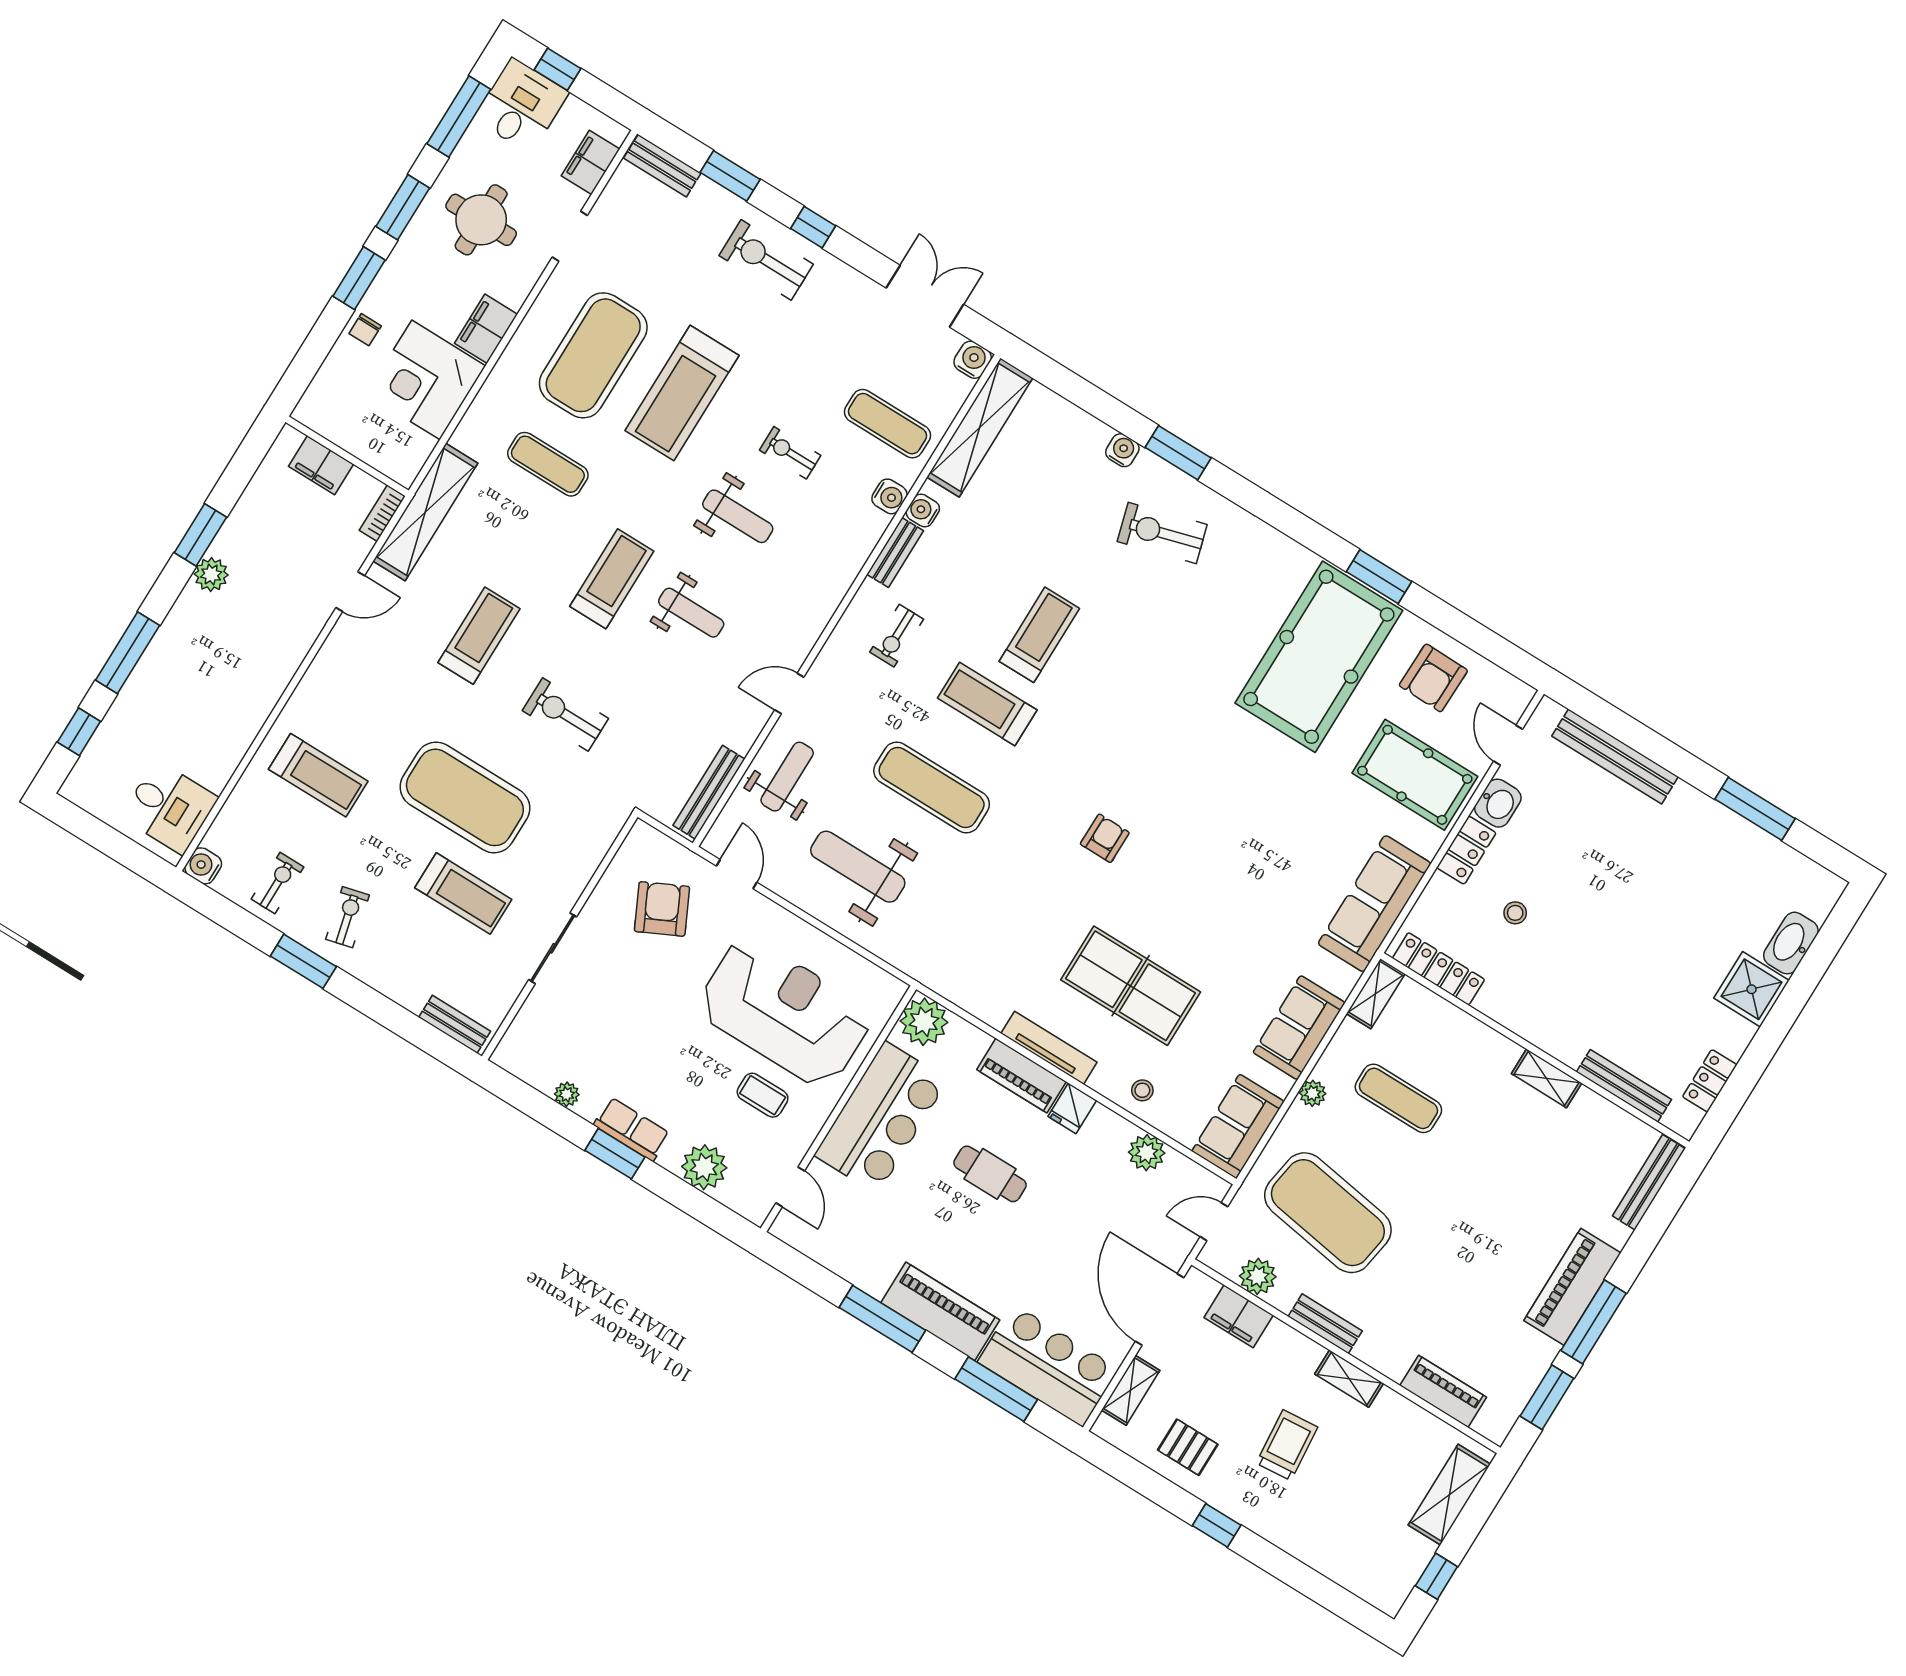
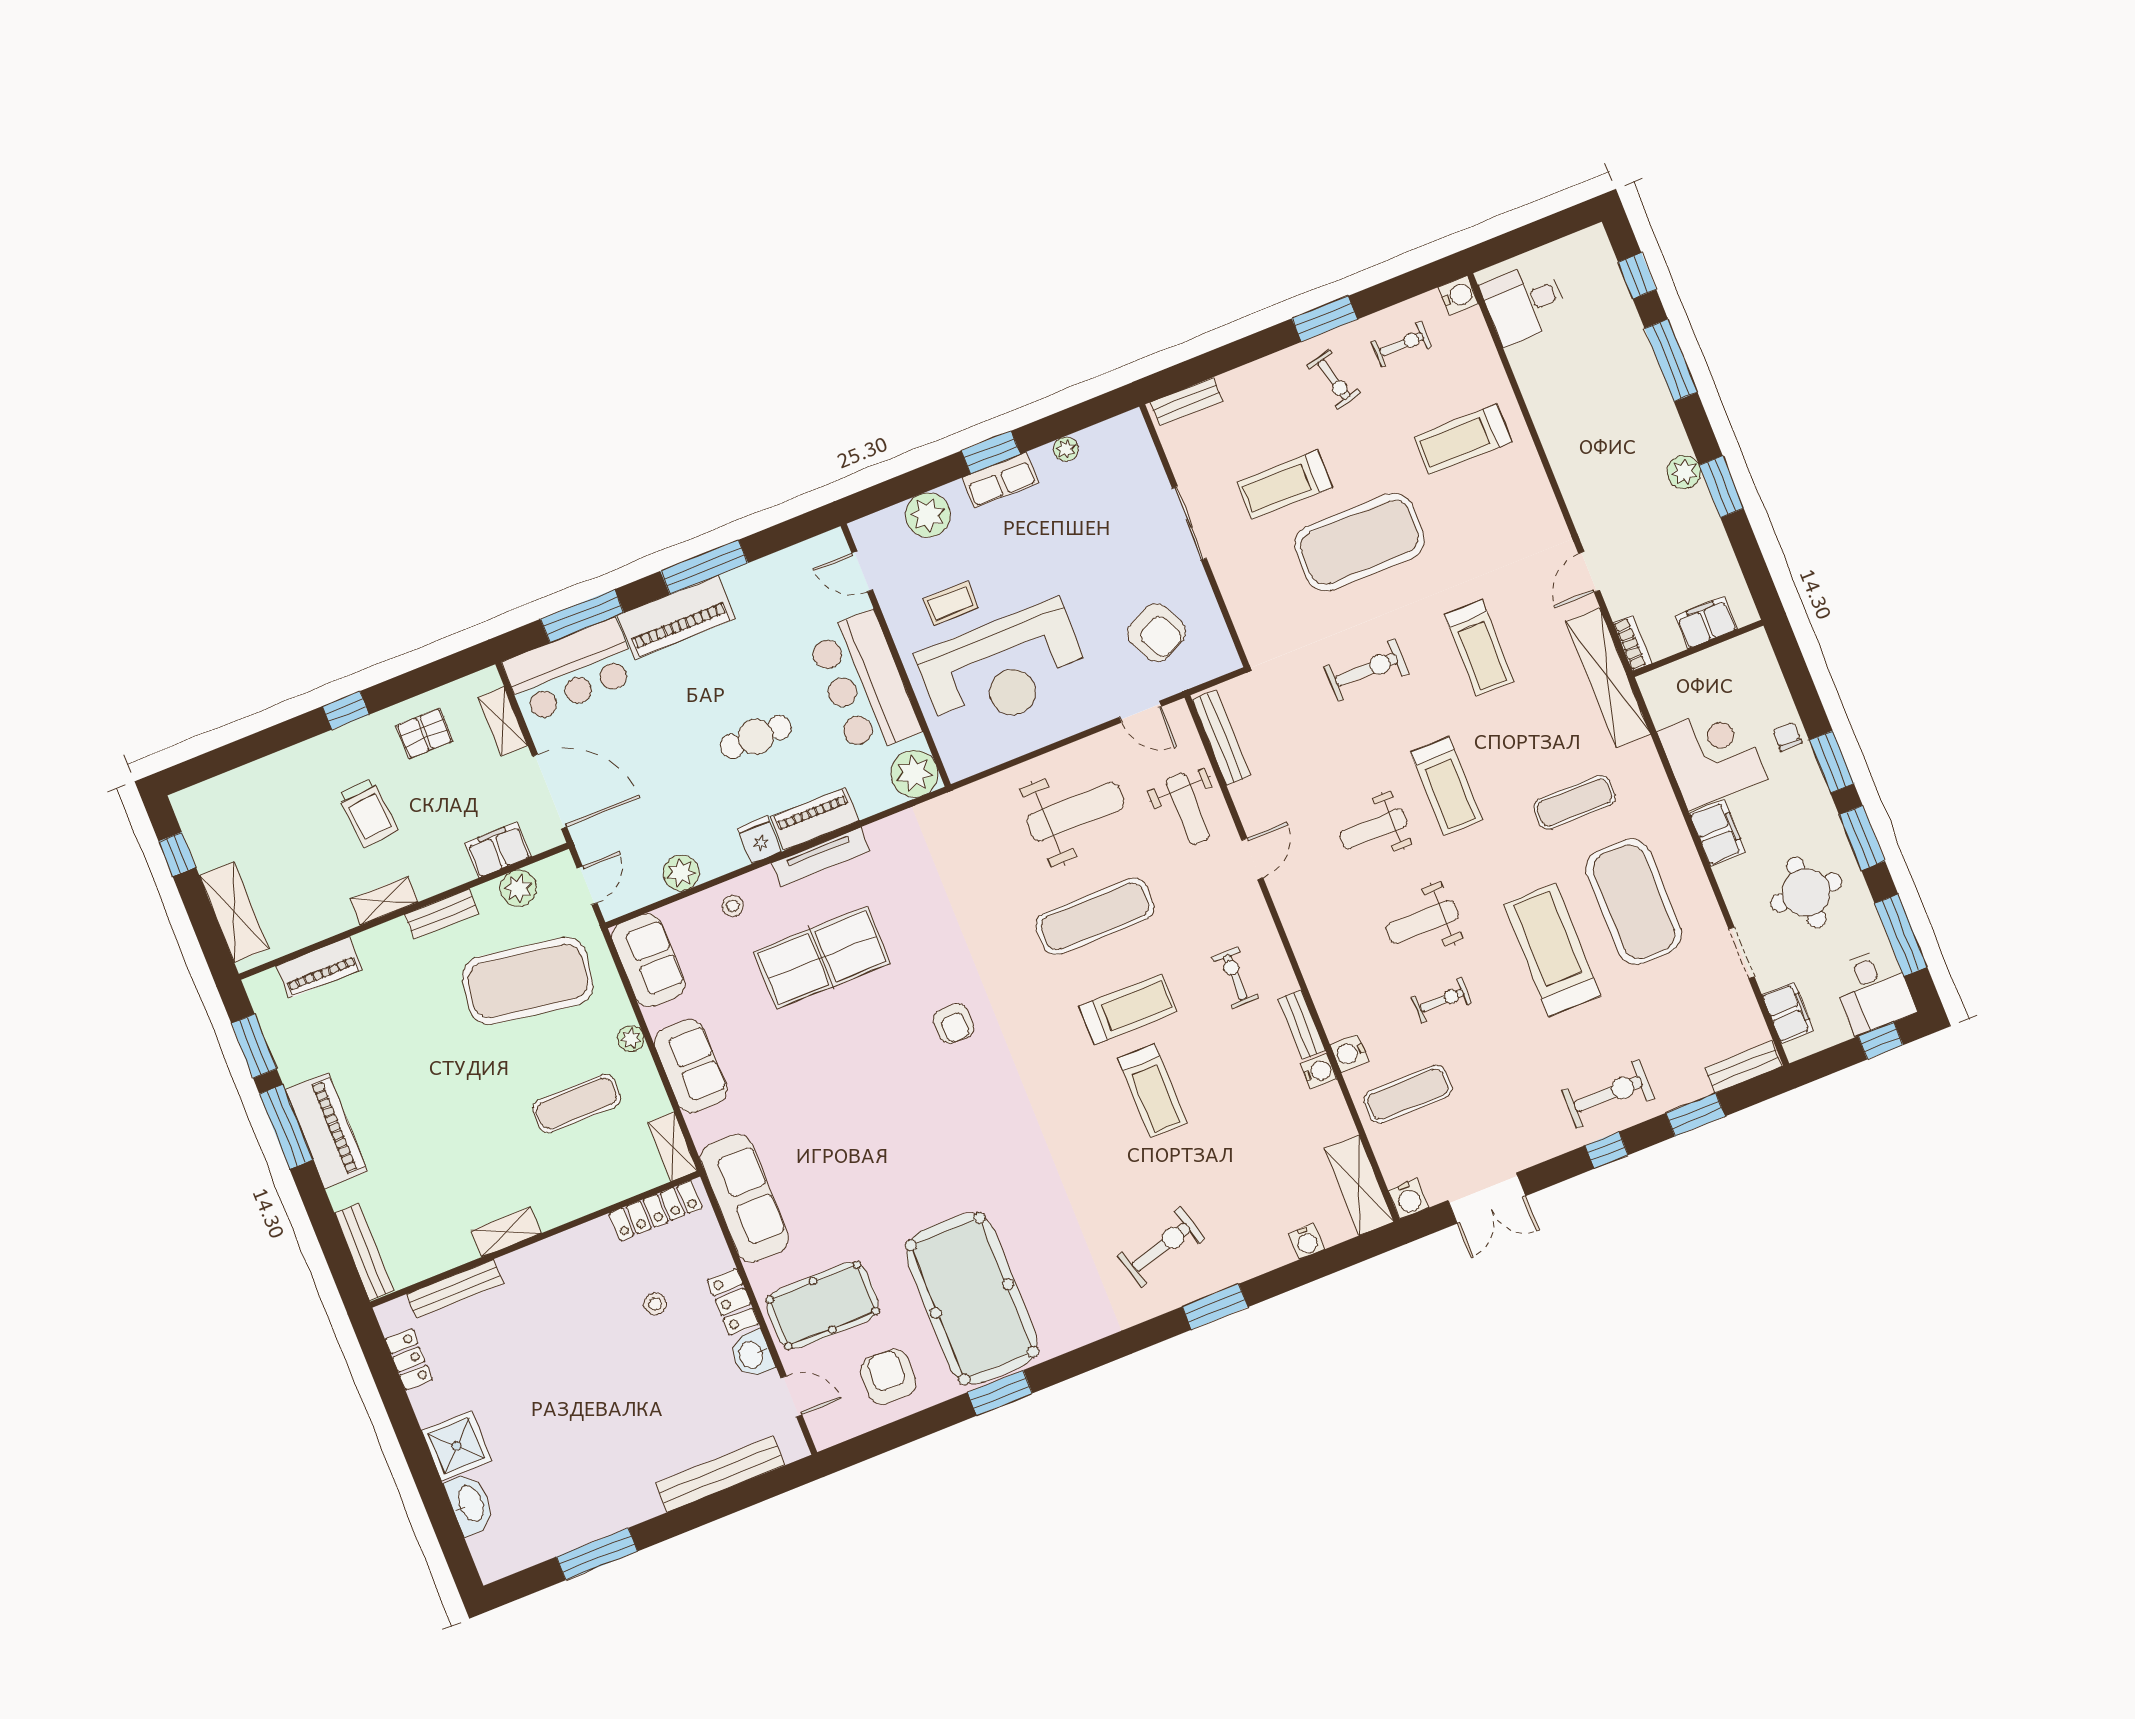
shelving: (980, 427) -> (1359, 1185), width x0.68
water cooler: (1122, 450) -> (1307, 1241), moved
exercise bike: (277, 883) -> (1402, 344), turned -90

